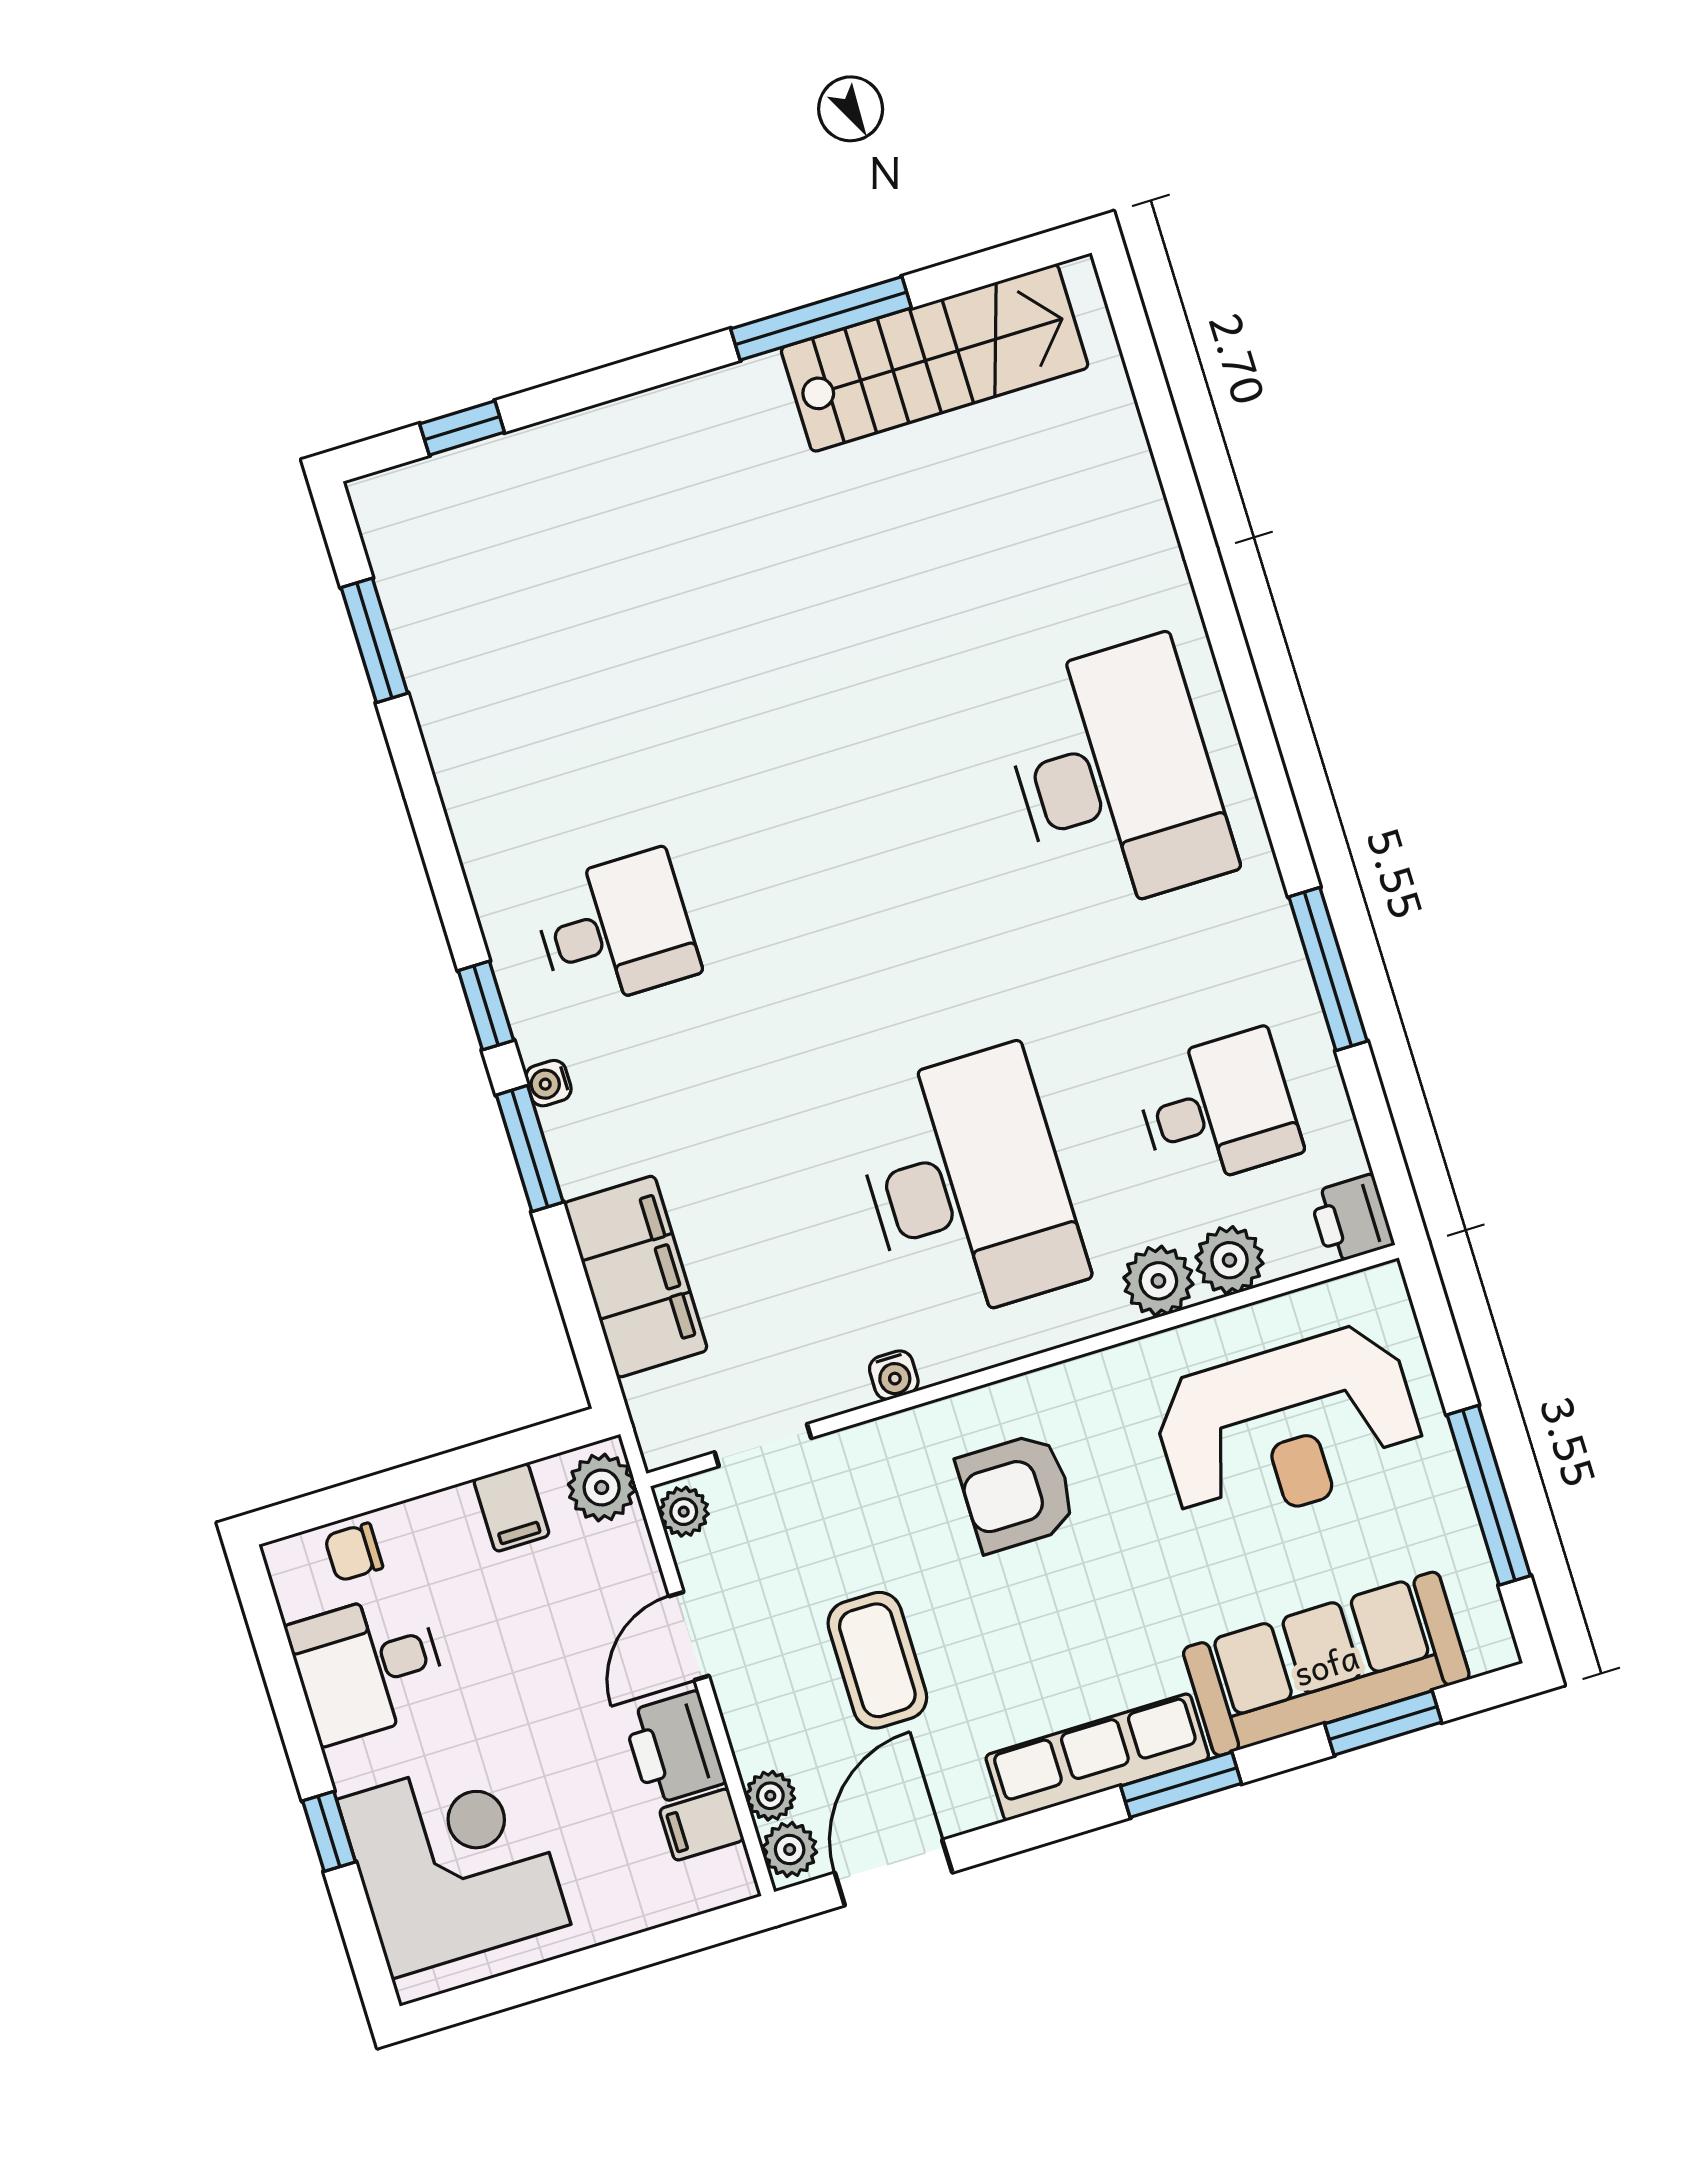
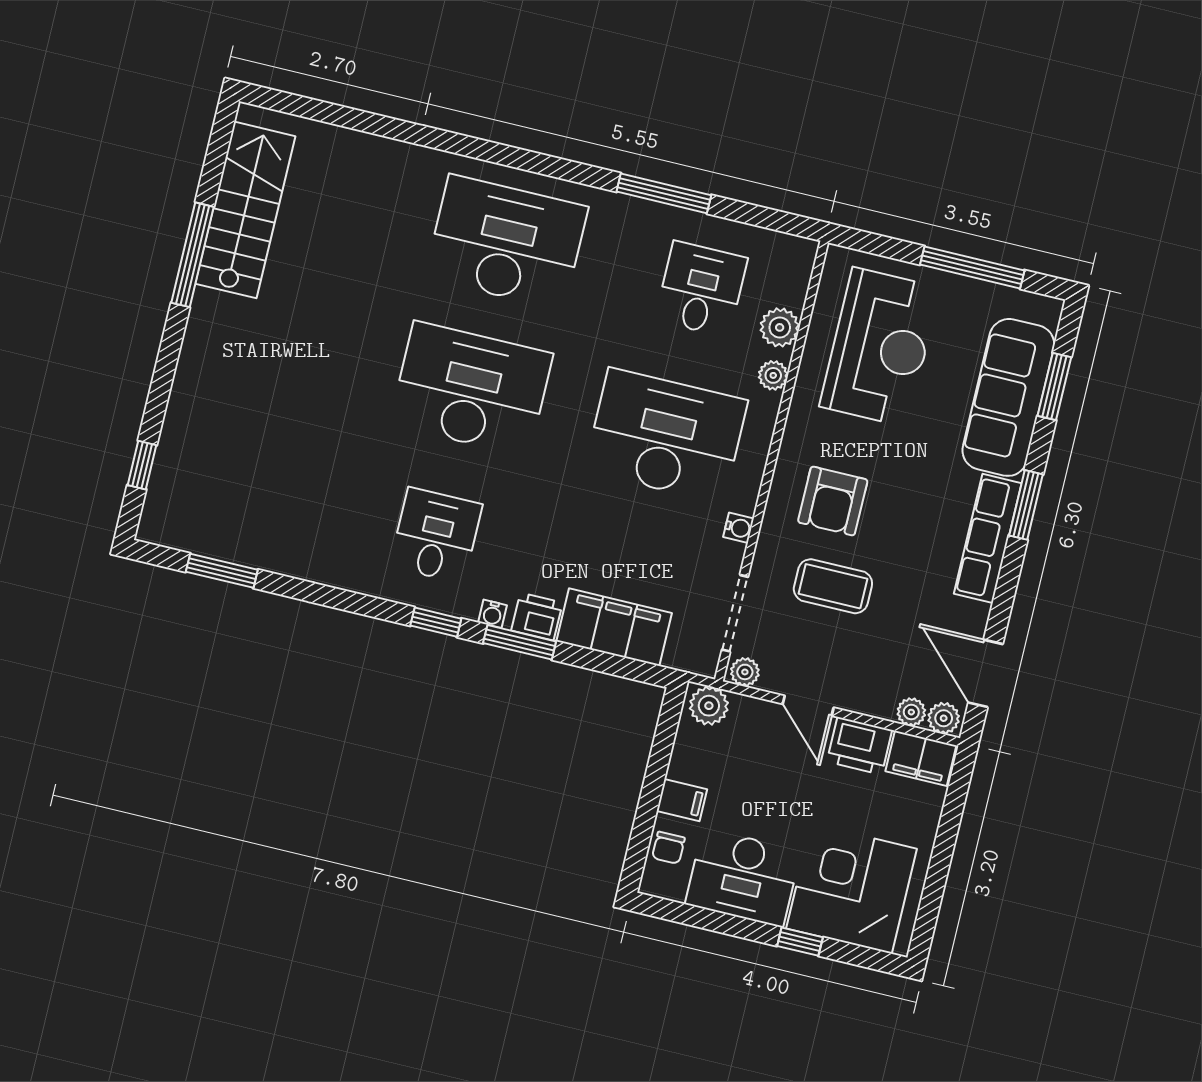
desk: (866, 853) -> (471, 389), added
printer: (1352, 1219) -> (537, 616), moved, turned 180
plant: (1158, 1281) -> (773, 375), width x0.73, depth x0.73
doorway: (763, 1445) -> (735, 613), width x1.38
filing cabinet: (511, 1507) -> (682, 800), moved
coffee table: (877, 1660) -> (833, 586), moved
desk: (368, 1667) -> (743, 877), width x1.37
filing cabinet: (702, 1825) -> (921, 758), width x2.00

